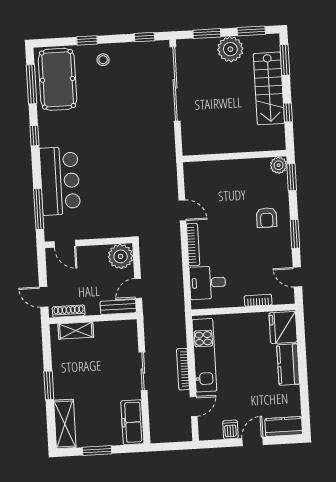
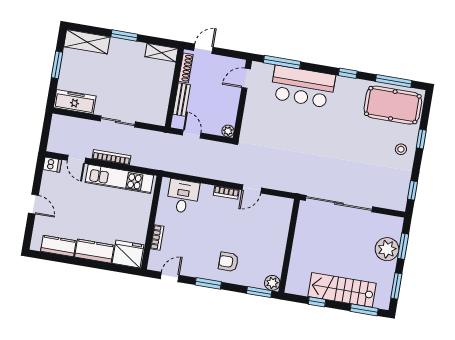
plant: (230, 49) -> (387, 249), moved
sliding door: (175, 84) -> (339, 204), moved
bookcase: (193, 245) -> (226, 192), width x0.64
plant: (121, 256) -> (228, 131), width x0.53, depth x0.53
bench: (118, 307) -> (182, 100), moved
shelving: (76, 331) -> (161, 53), moved, turned 90
kitchen counter: (284, 427) -> (58, 246), moved, turned -90
dishwasher: (230, 430) -> (52, 165), moved

